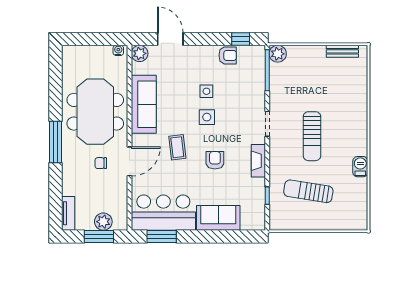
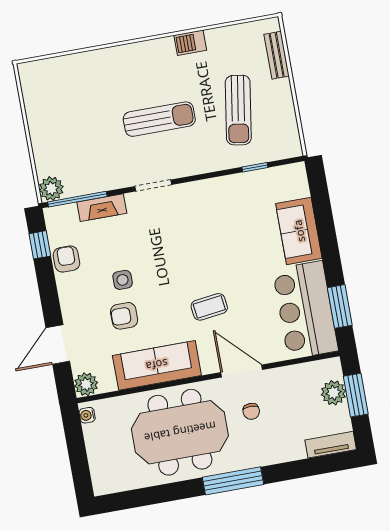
bench: (342, 51) -> (277, 55), moved
side table: (207, 117) -> (159, 273), removed
armchair: (215, 160) -> (124, 316), moved
fireplace: (258, 161) -> (102, 208), moved

